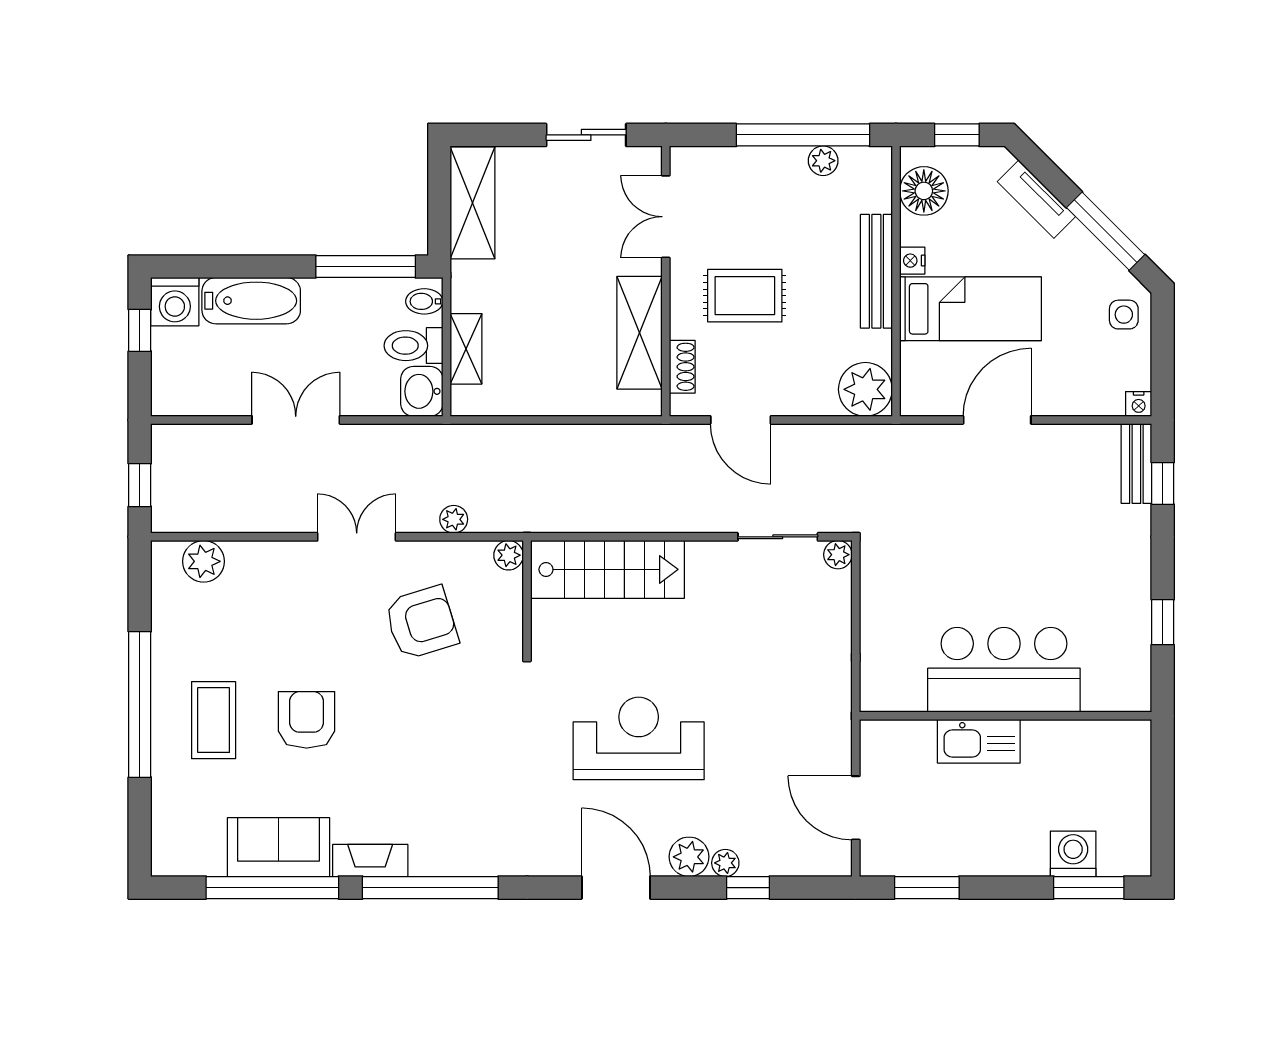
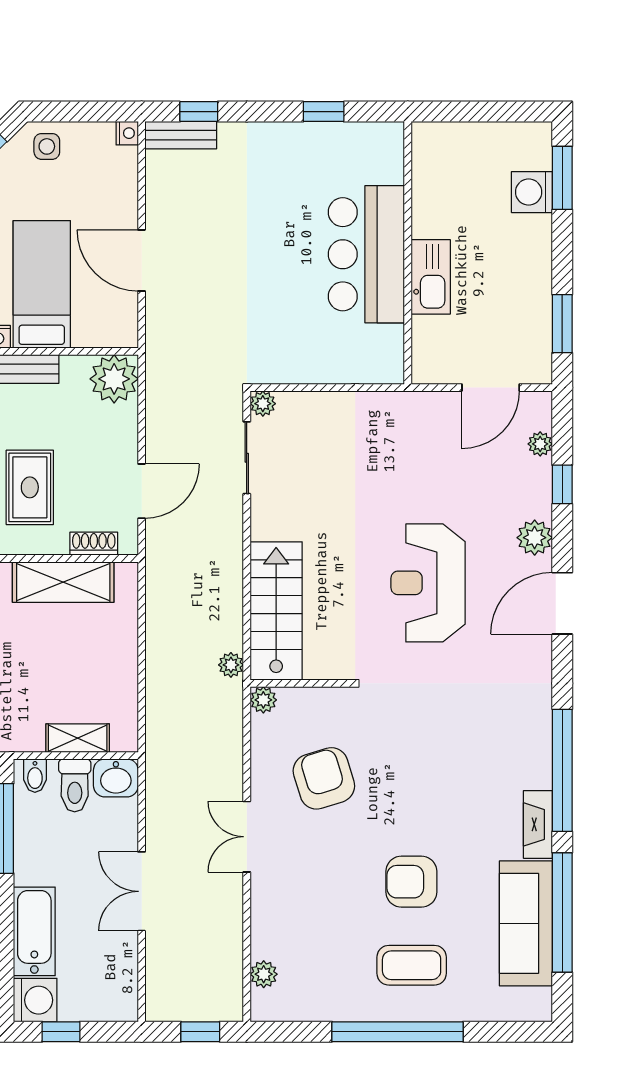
plant: (454, 519) -> (231, 665), moved
plant: (204, 561) -> (264, 974), width x0.73, depth x0.73
sofa: (279, 847) -> (526, 923), width x1.36
plant: (725, 863) -> (540, 444), moved

